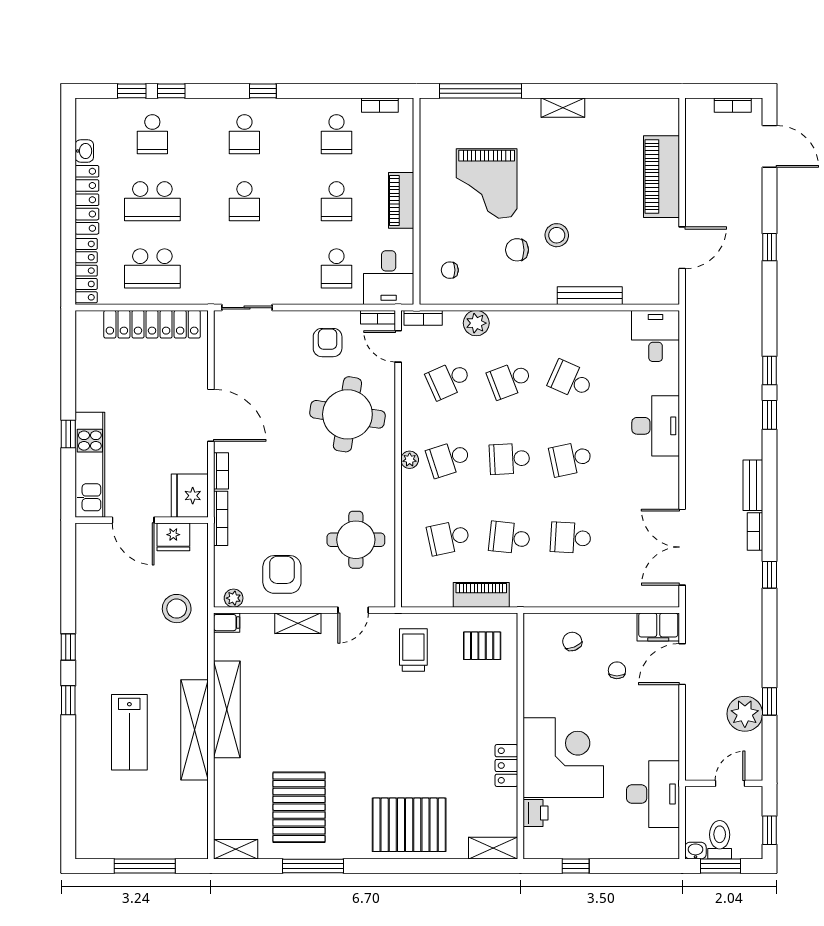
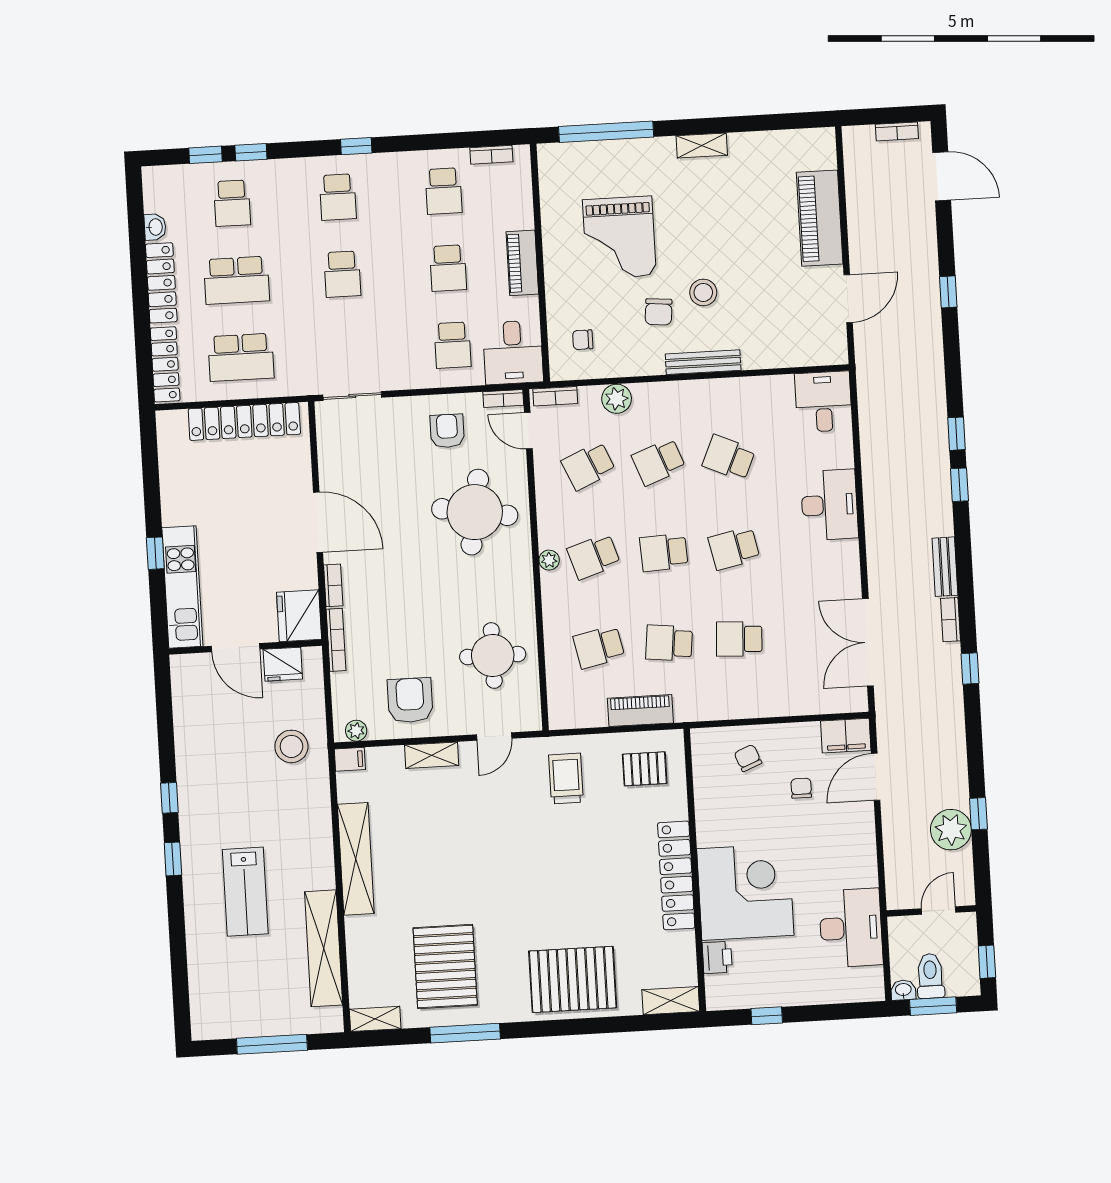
chair: (517, 250) -> (659, 312), turned -85
bench: (590, 296) -> (703, 362), moved
shelving: (194, 730) -> (324, 948), moved
locker: (506, 766) -> (676, 875), width x2.16, depth x1.21

